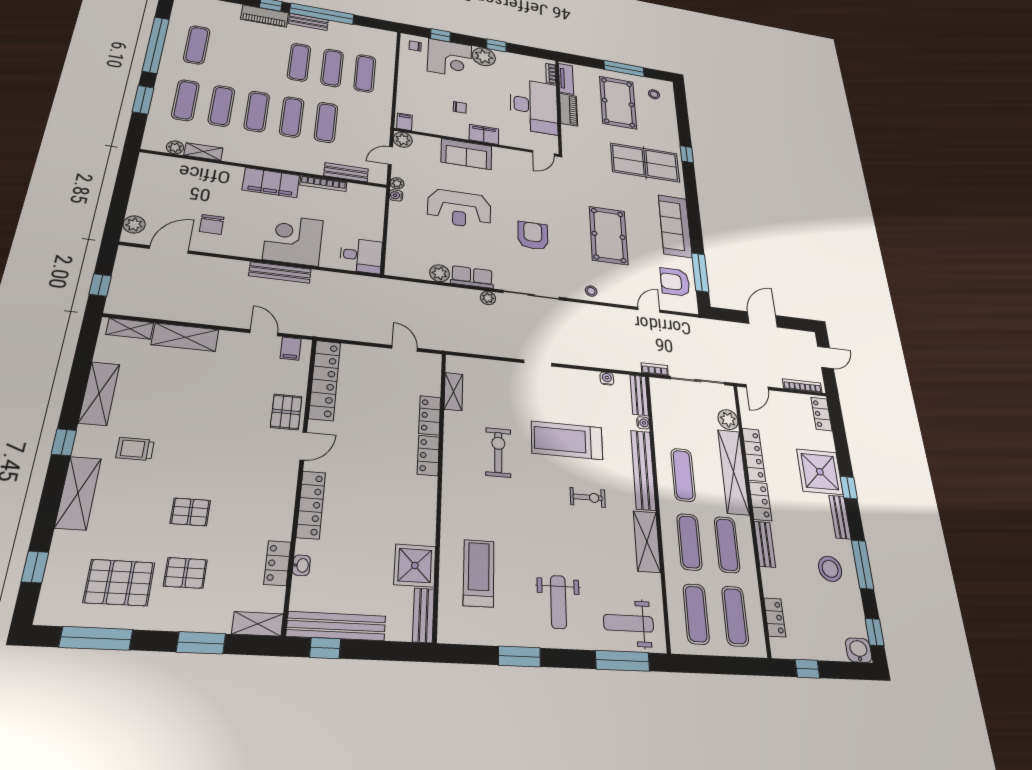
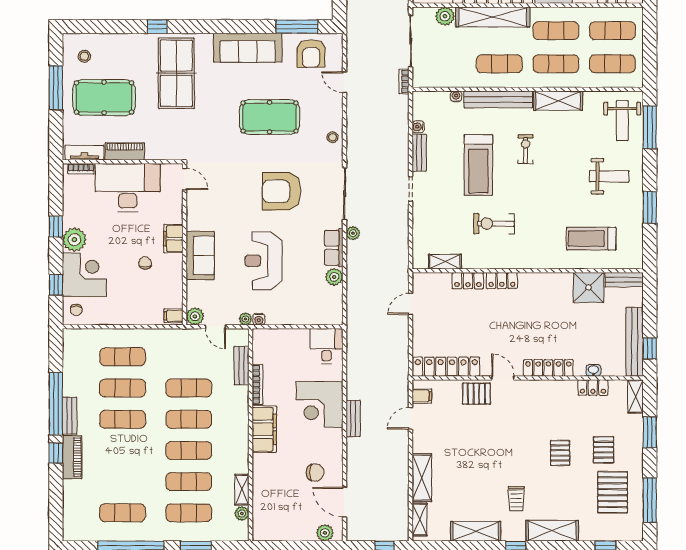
reception desk: (459, 209) -> (263, 261), turned 180
armchair: (533, 236) -> (282, 191), width x1.36, depth x1.36
bench: (280, 273) -> (353, 418), width x0.73
bench: (639, 395) -> (419, 153), moved, turned 90

